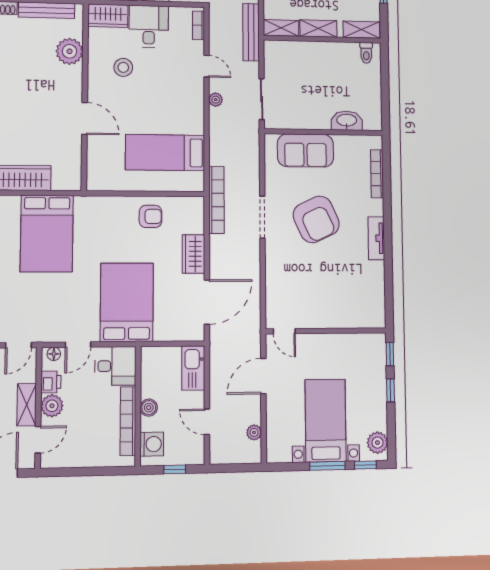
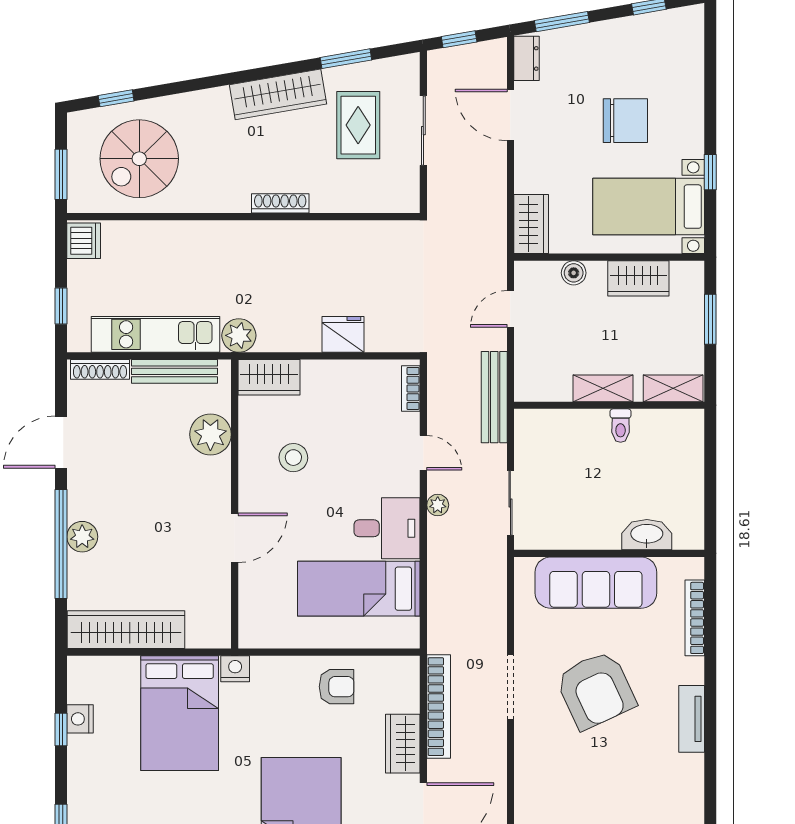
desk: (149, 26) -> (387, 528), moved, turned 90
shelving: (281, 28) -> (542, 389), removed
toilet: (366, 53) -> (621, 426), moved
door: (85, 118) -> (235, 538), hinge flipped
sofa: (305, 151) -> (596, 583), width x1.36
bookcase: (216, 200) -> (439, 707), moved
nightstand: (84, 204) -> (235, 669), added

